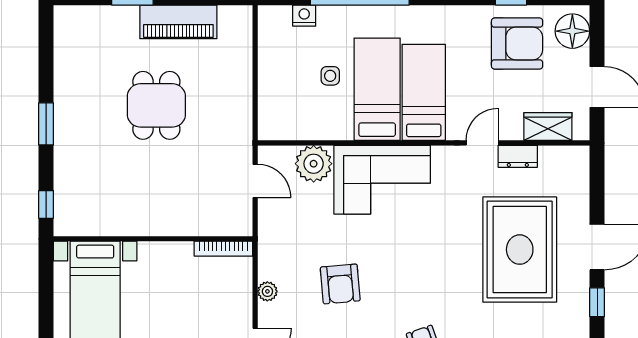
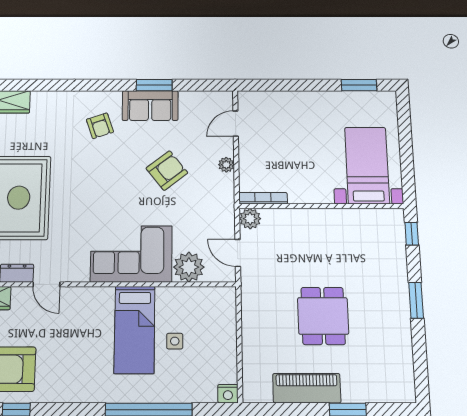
nightstand: (304, 16) -> (228, 394), moved
bed: (424, 92) -> (95, 327), removed
door: (482, 143) -> (46, 284), hinge flipped
plant: (240, 223) -> (250, 219), added
armchair: (340, 284) -> (167, 171), turned 57

